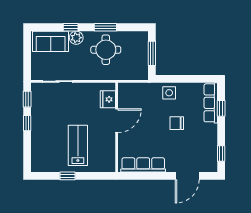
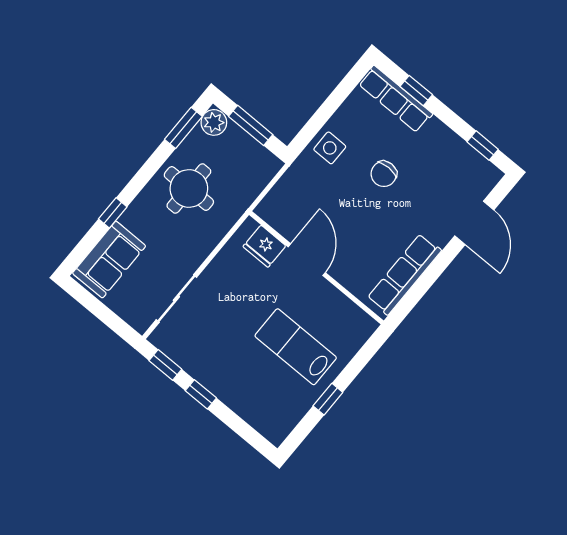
window: (105, 27) -> (183, 128), moved
plant: (76, 38) -> (214, 122), moved

